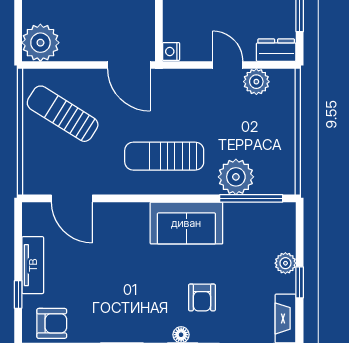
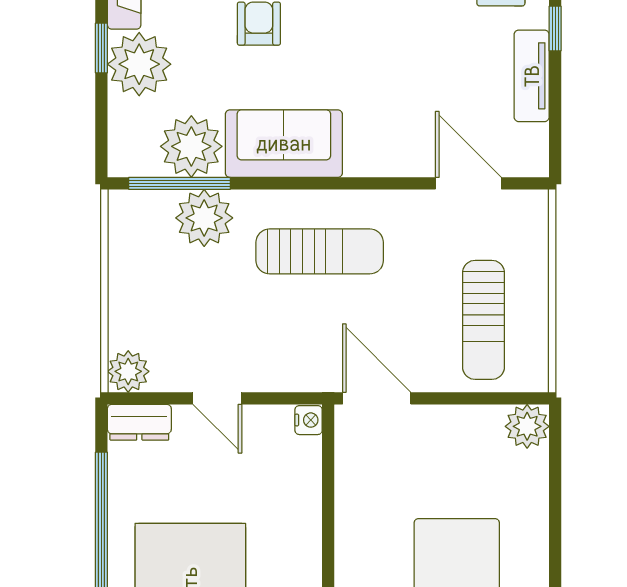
plant: (40, 43) -> (527, 426), width x0.73, depth x0.73
plant: (256, 82) -> (128, 371), moved
sun lounger: (63, 114) -> (483, 320), turned 58
plant: (244, 221) -> (191, 146), added
plant: (285, 263) -> (139, 64), width x1.88, depth x1.88

